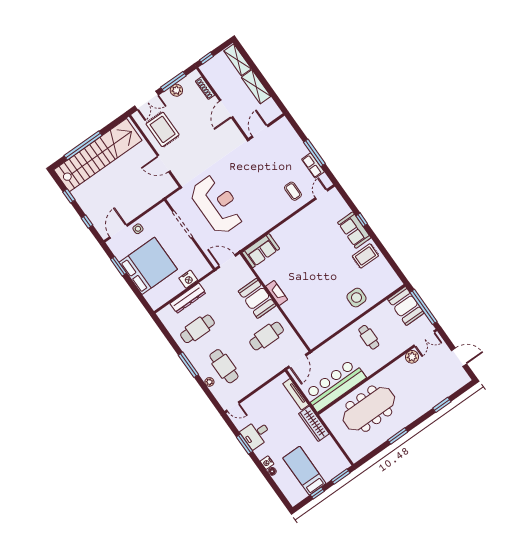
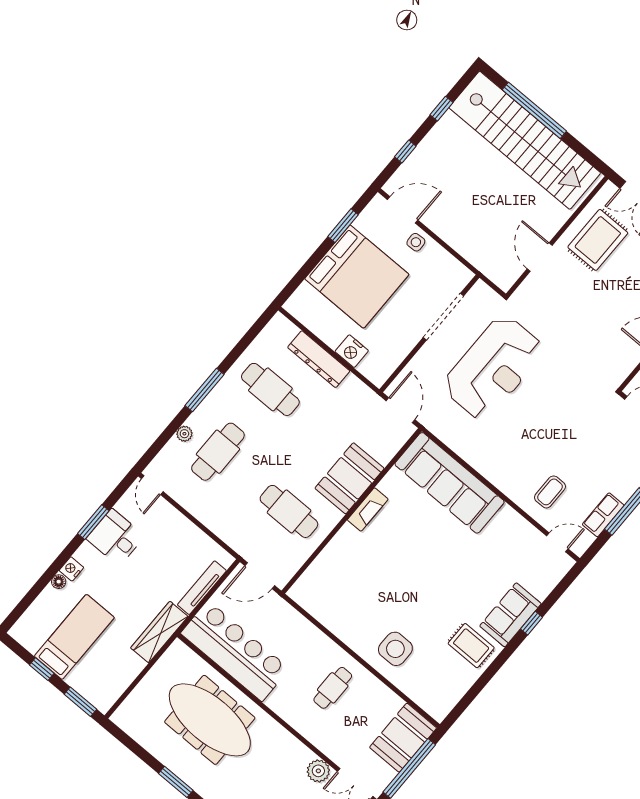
sofa: (261, 251) -> (450, 483), width x1.85, depth x1.27

